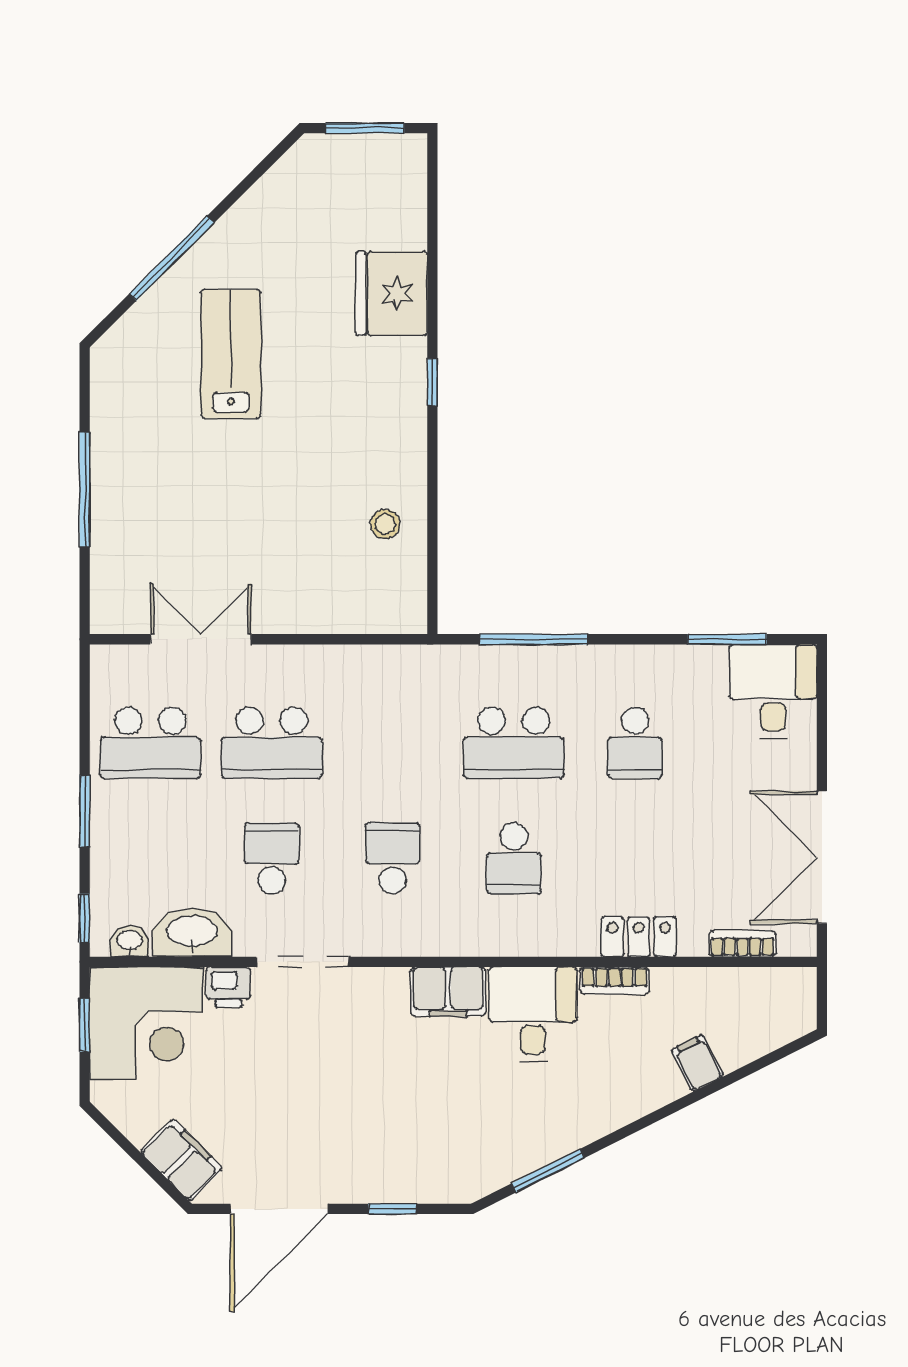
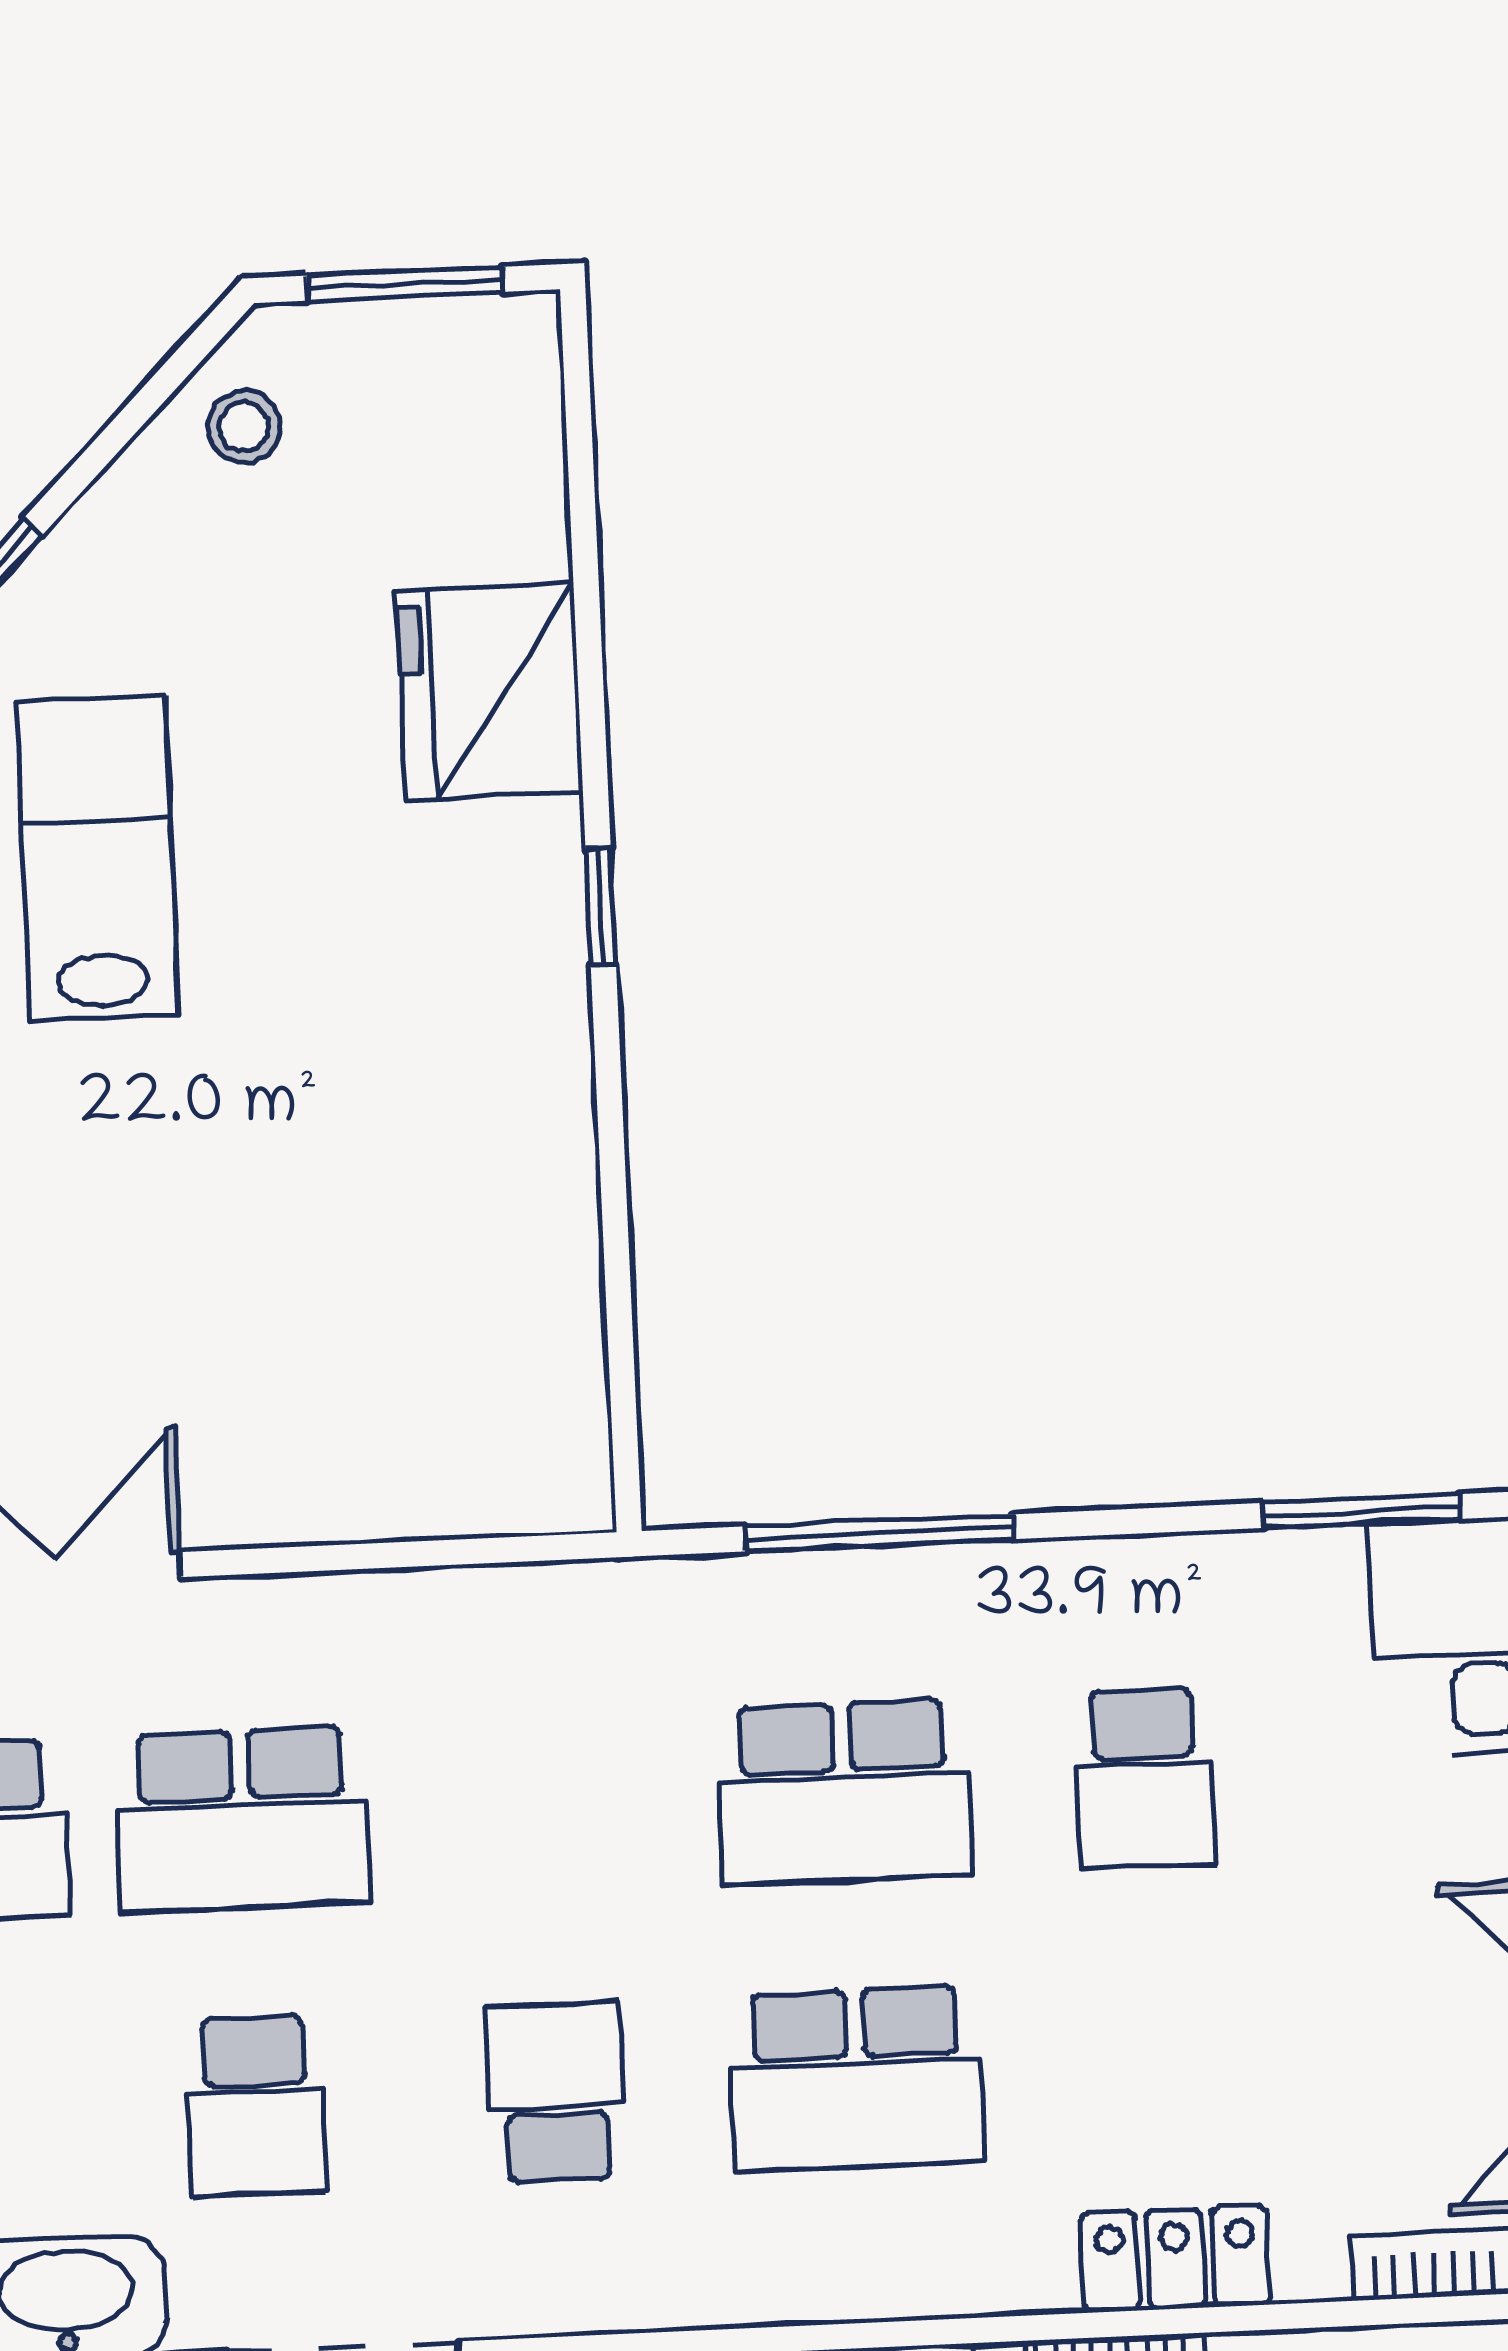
stool: (385, 524) -> (244, 427), moved
school desk: (272, 858) -> (255, 2106), turned 180
school desk: (514, 858) -> (857, 2078), width x1.85

